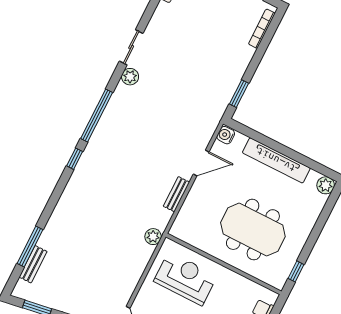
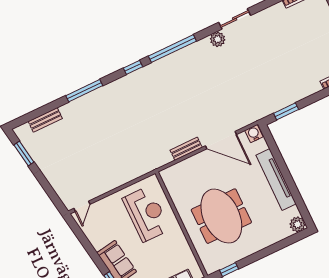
door: (201, 163) -> (221, 140), width x1.36
plant: (153, 237) -> (146, 166), removed
window: (30, 247) -> (84, 91), moved

